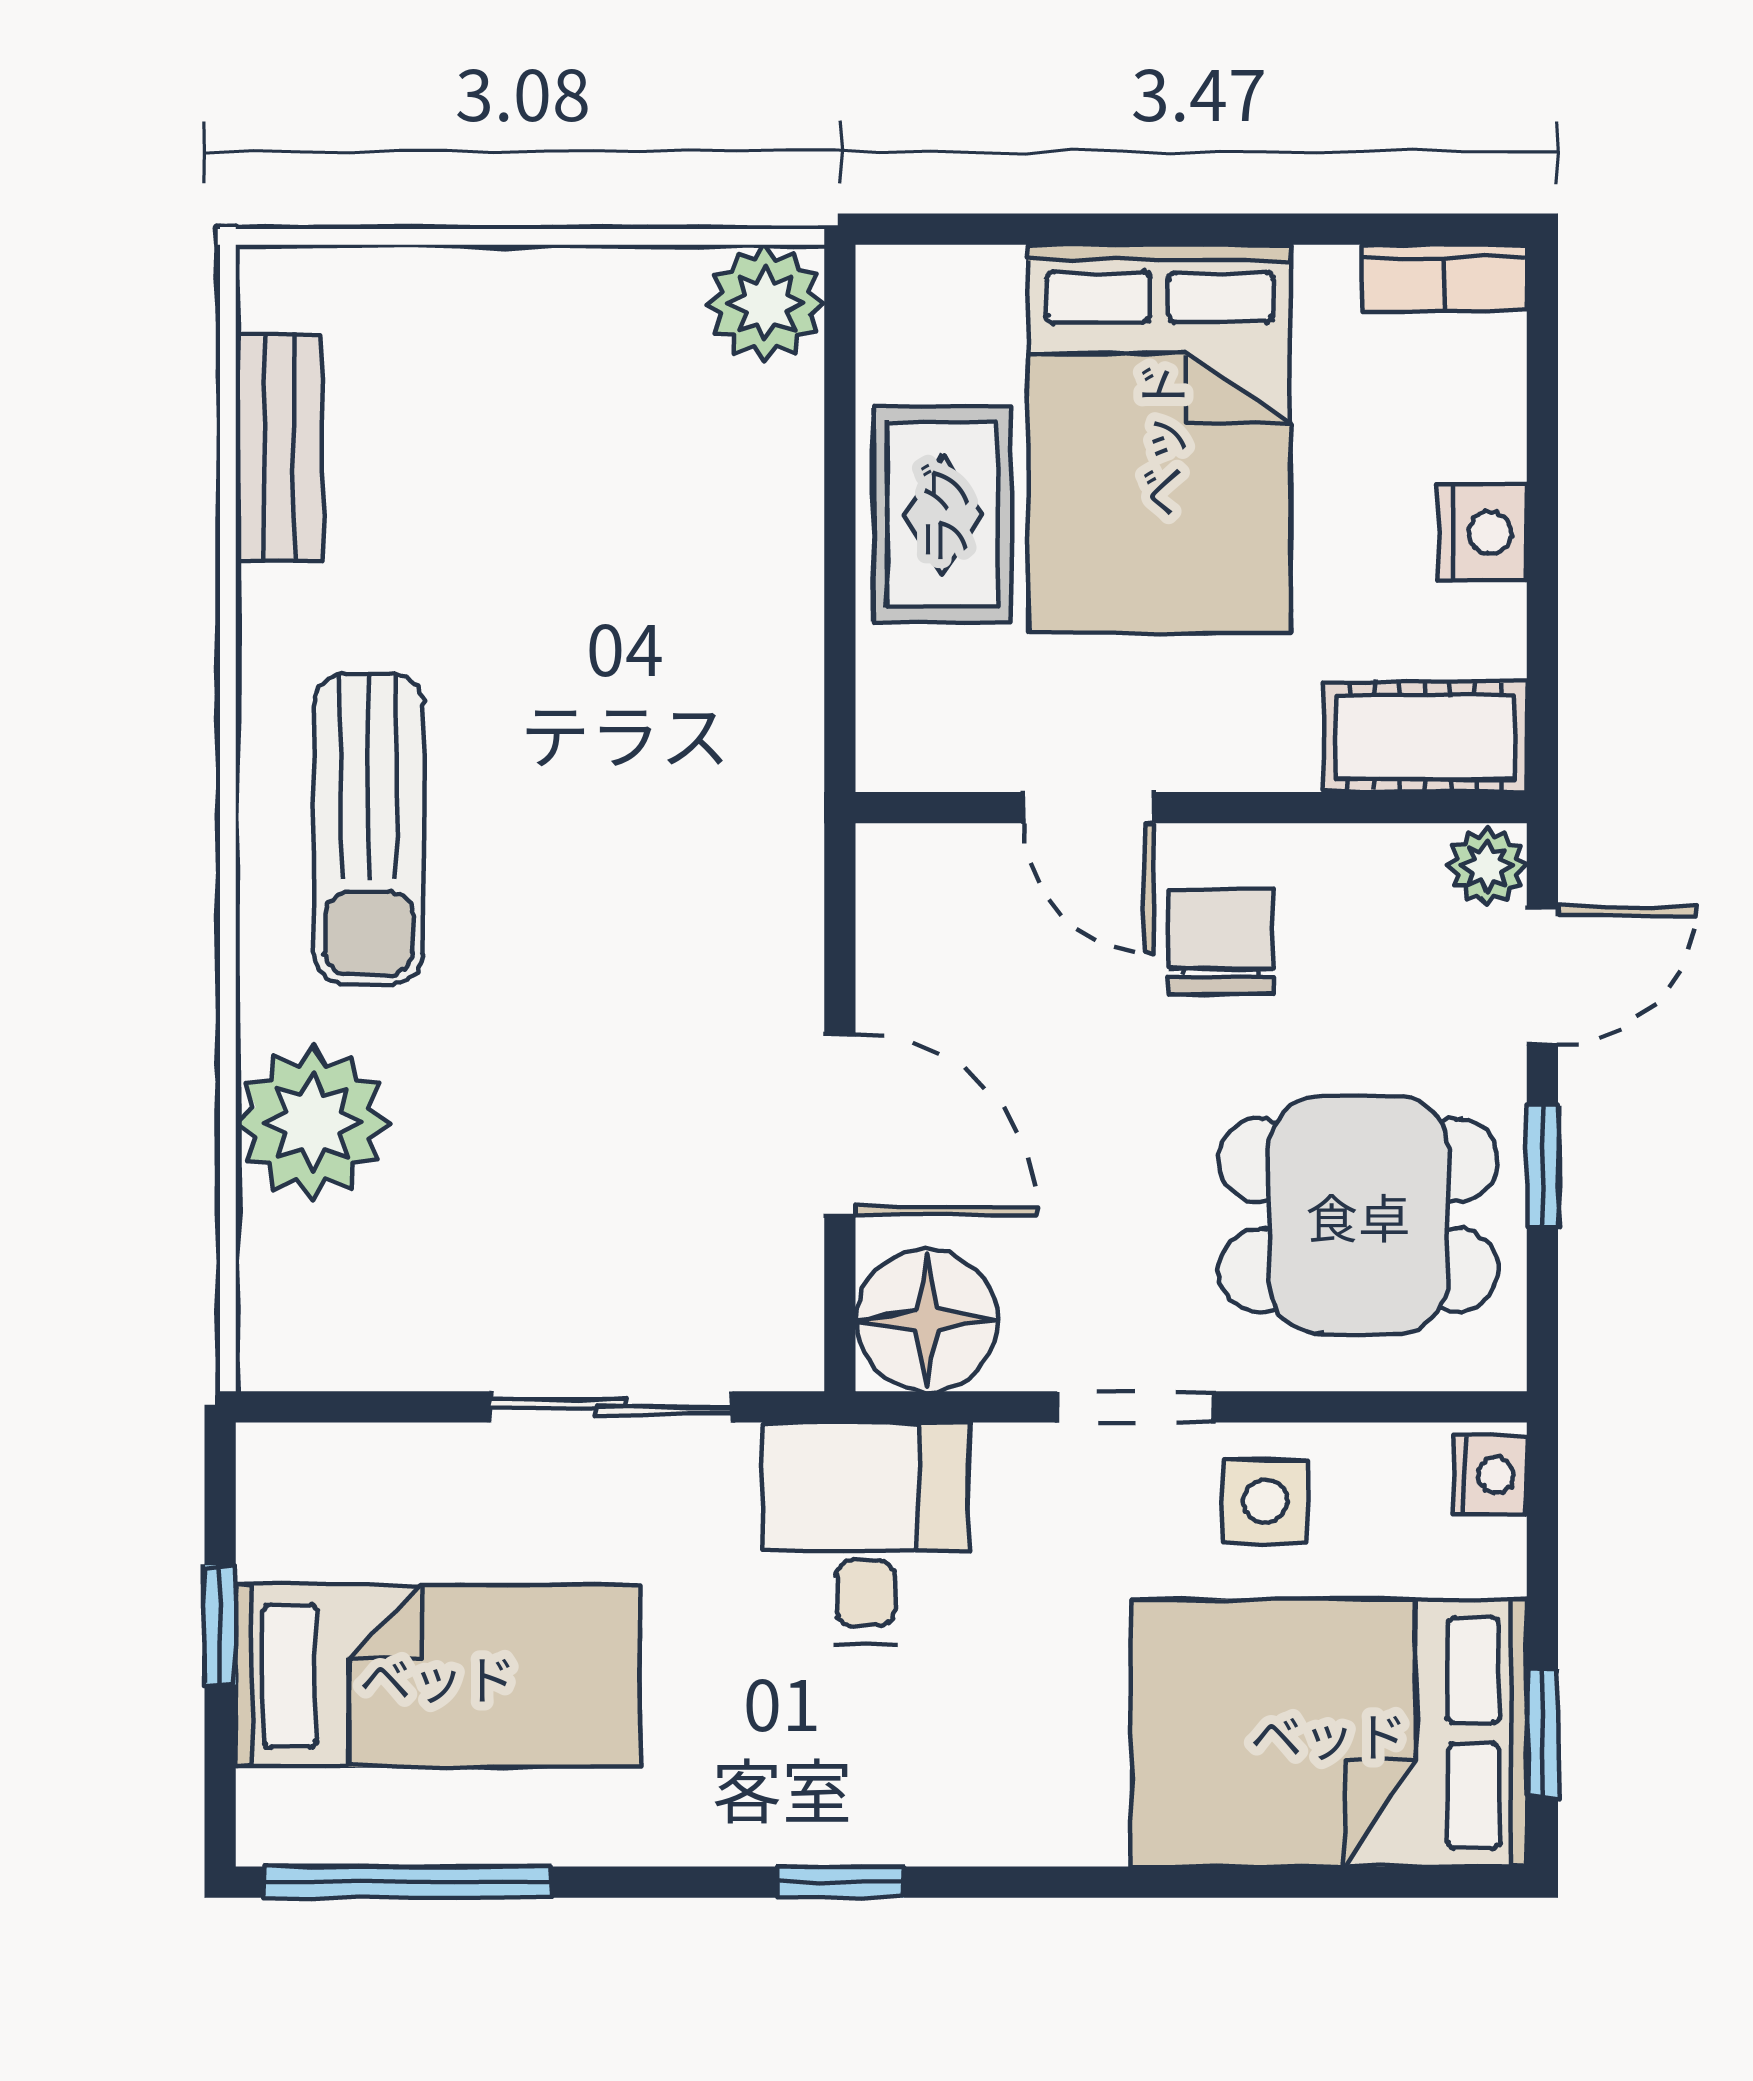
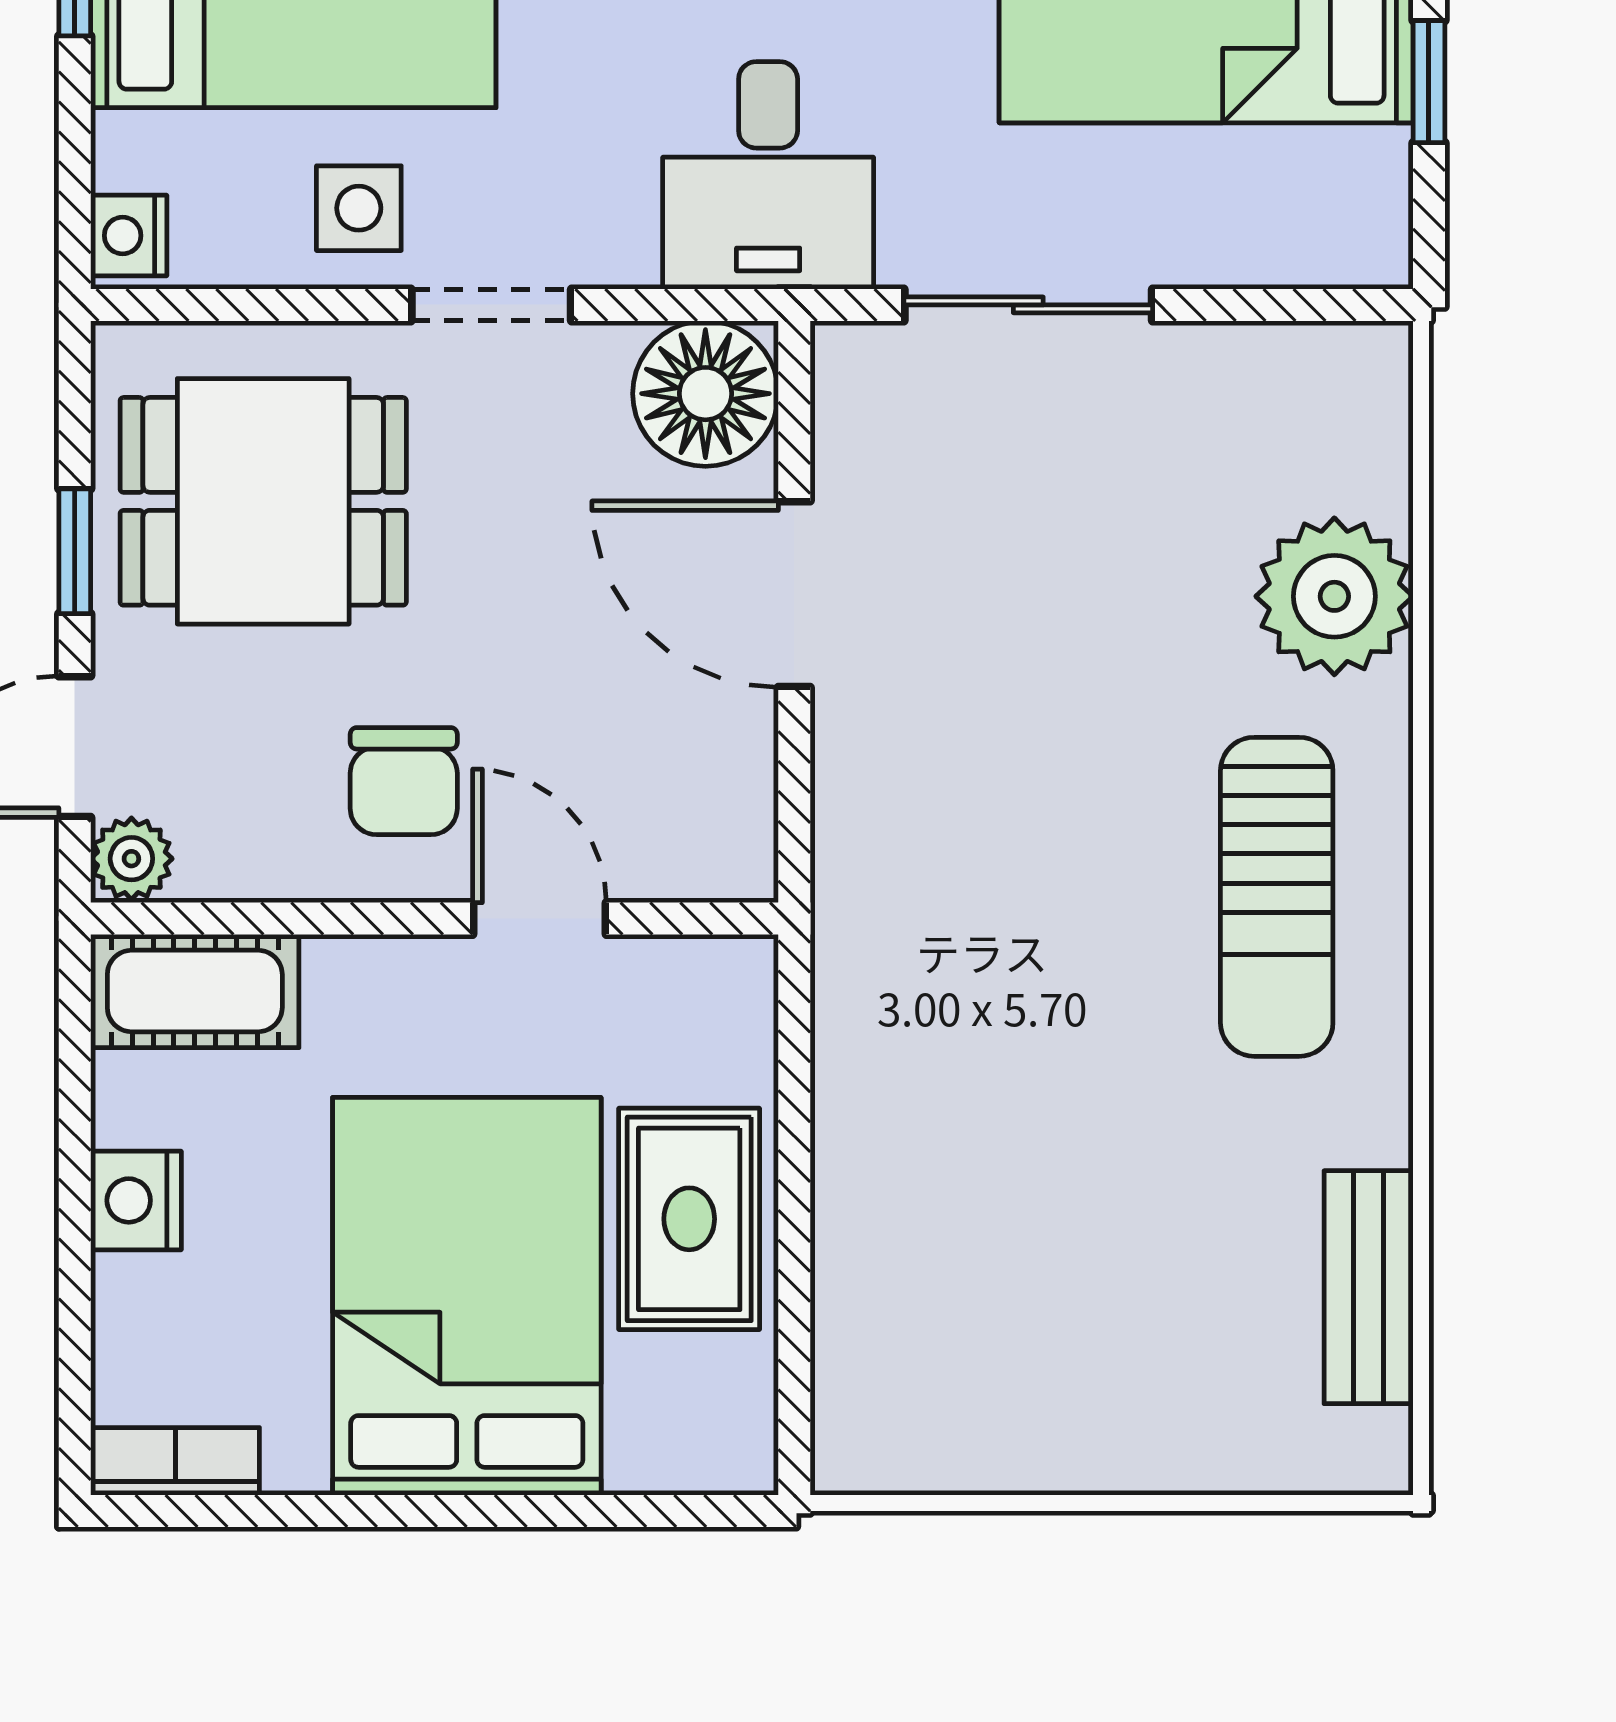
plant: (766, 303) -> (870, 1435), removed
sun lounger: (369, 829) -> (1277, 897), turned 180

